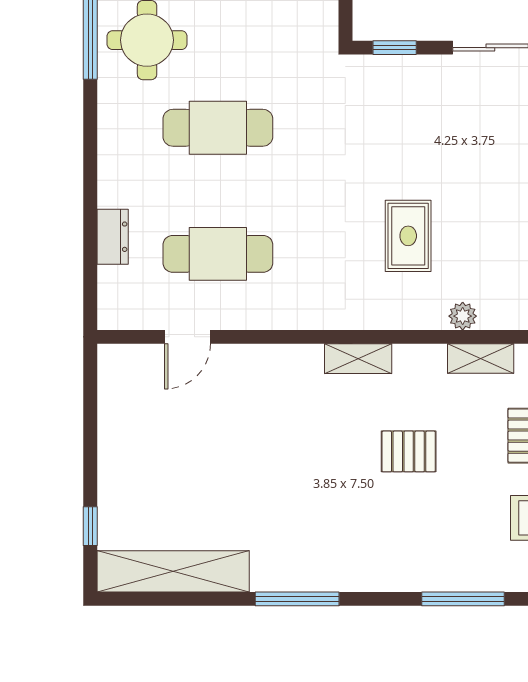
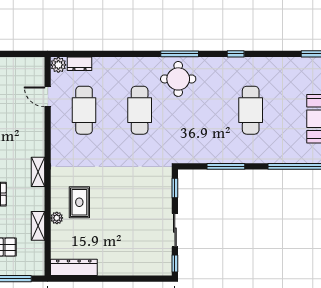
rug: (408, 236) -> (79, 202), moved, turned 90
dresser: (113, 237) -> (79, 64), moved
plant: (115, 312) -> (58, 65), added

